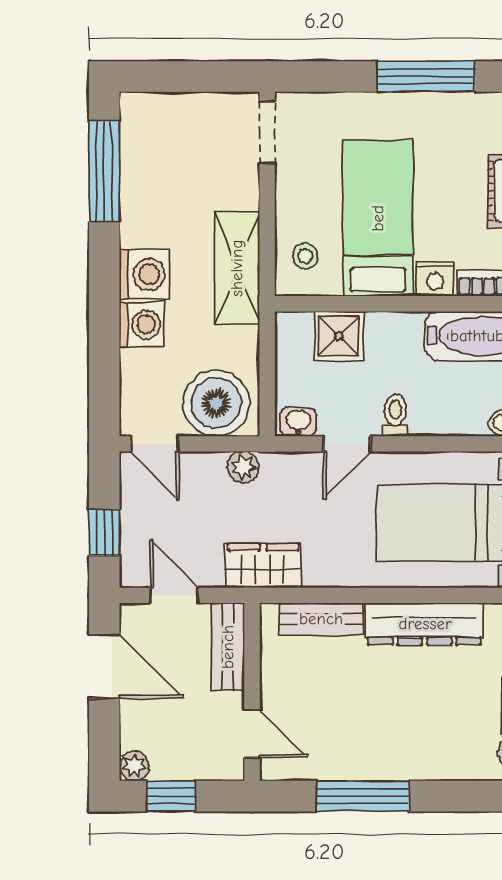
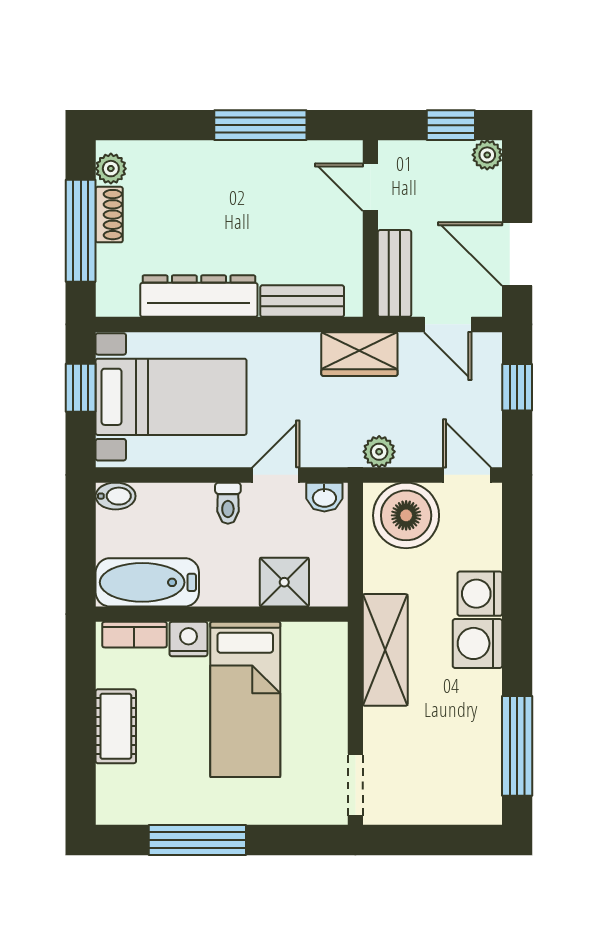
stool: (305, 256) -> (317, 662), removed

